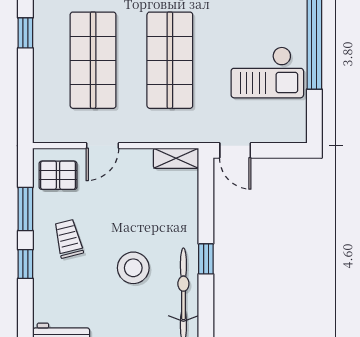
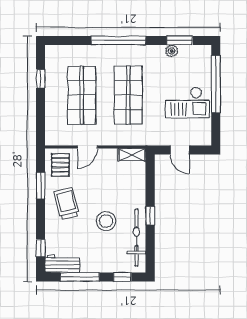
door: (235, 150) -> (180, 150), moved
pallet: (58, 175) -> (60, 165), turned 90
trolley: (68, 239) -> (67, 203), width x1.36, depth x1.39
window: (25, 264) -> (41, 248), moved

